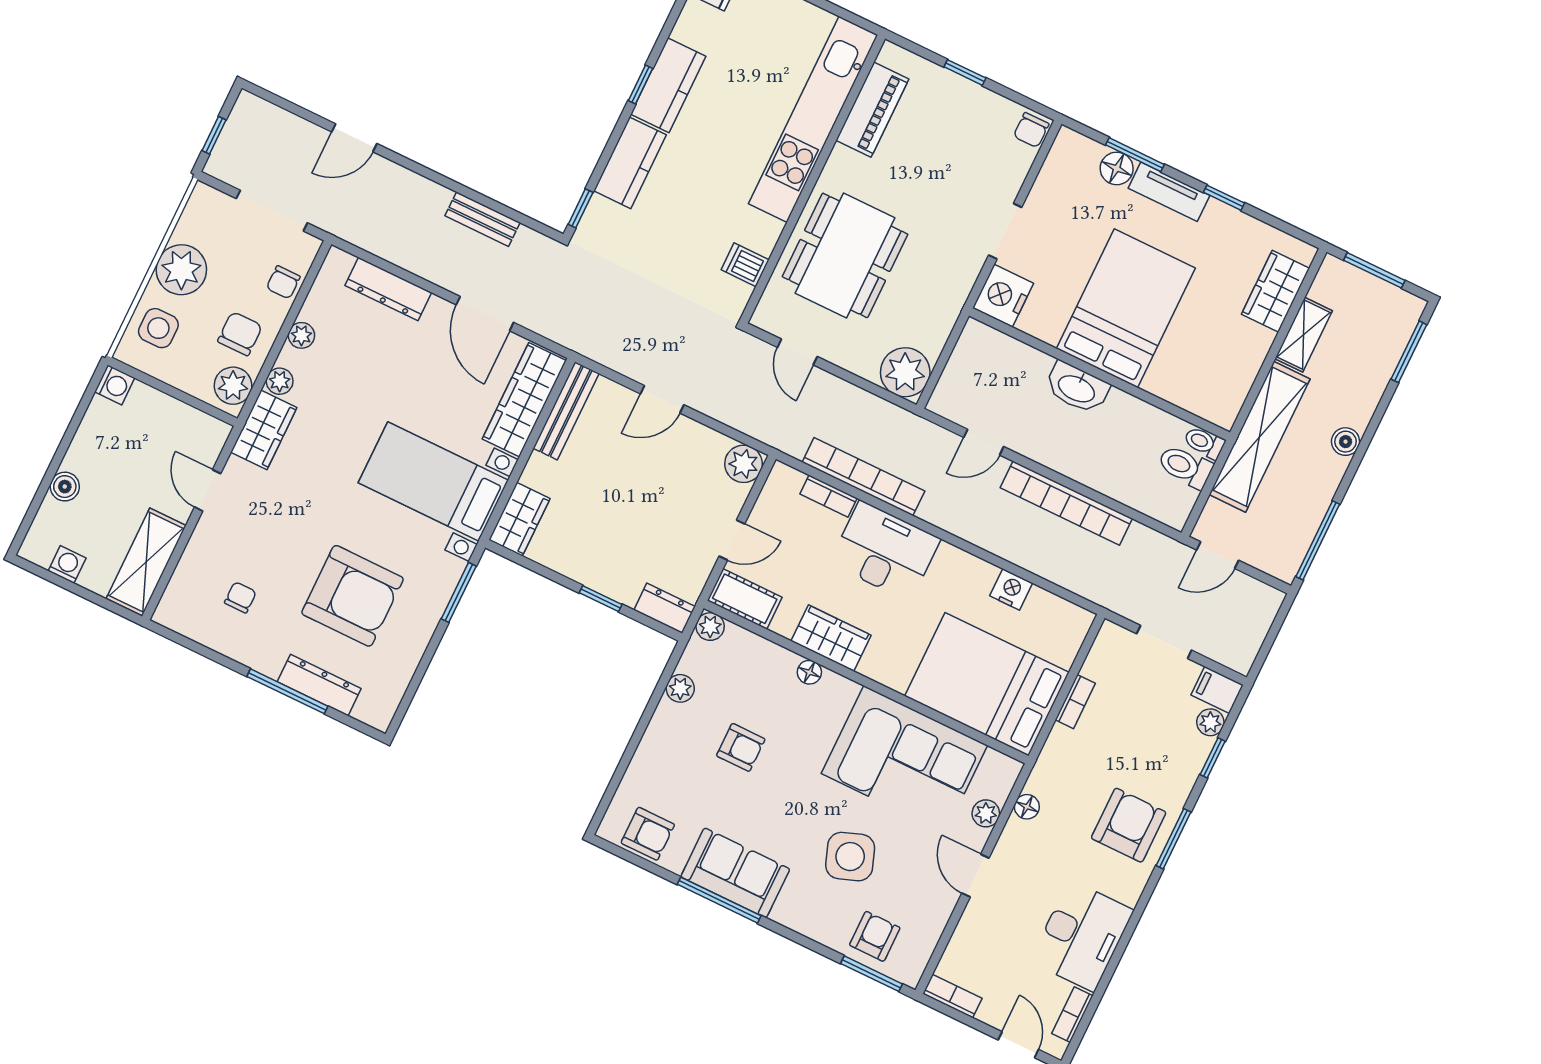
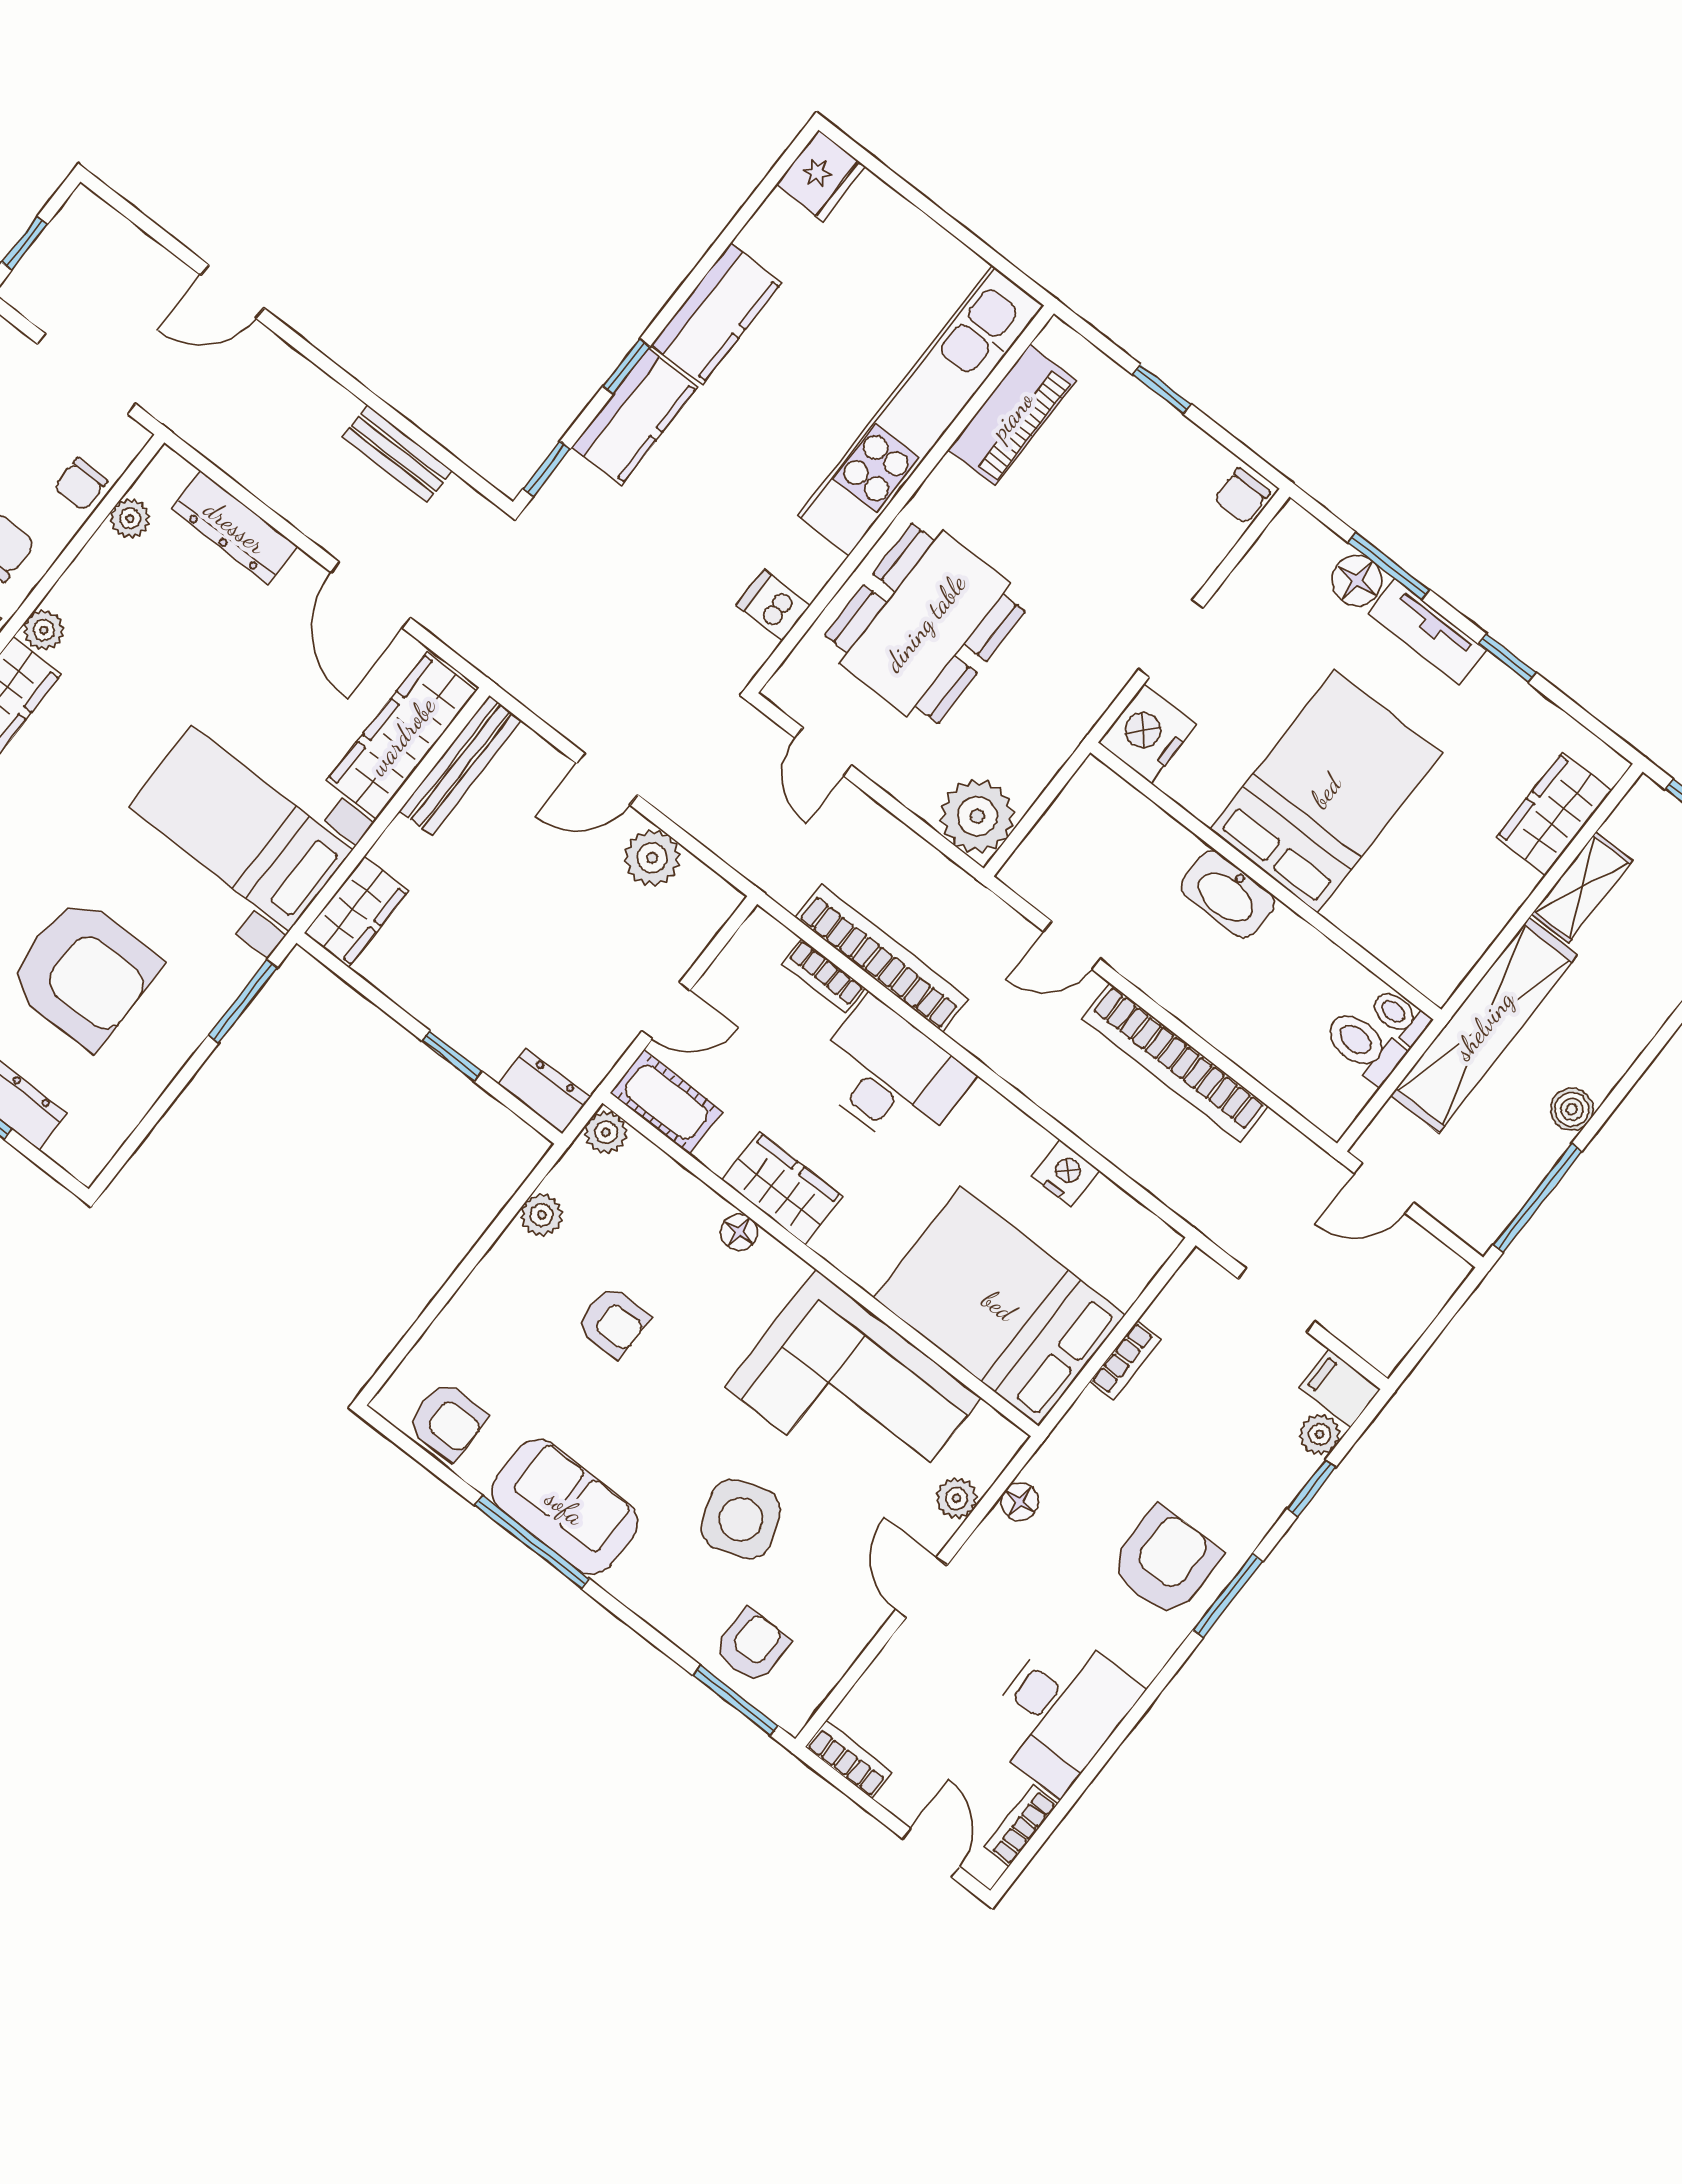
window: (640, 84) -> (626, 367), moved
plant: (301, 335) -> (130, 519), moved
boiler: (1346, 442) -> (1572, 1109), moved
plant: (744, 464) -> (652, 858), moved

